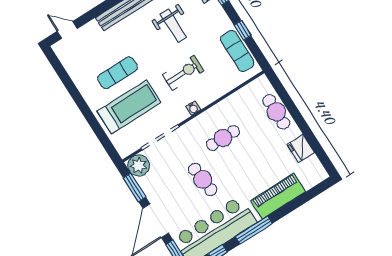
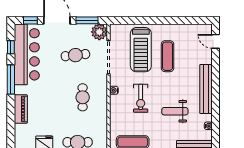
door: (67, 30) -> (216, 41), swing flipped
cafe table: (203, 179) -> (75, 55), moved
piano: (278, 196) -> (21, 109), width x0.73, depth x0.75

